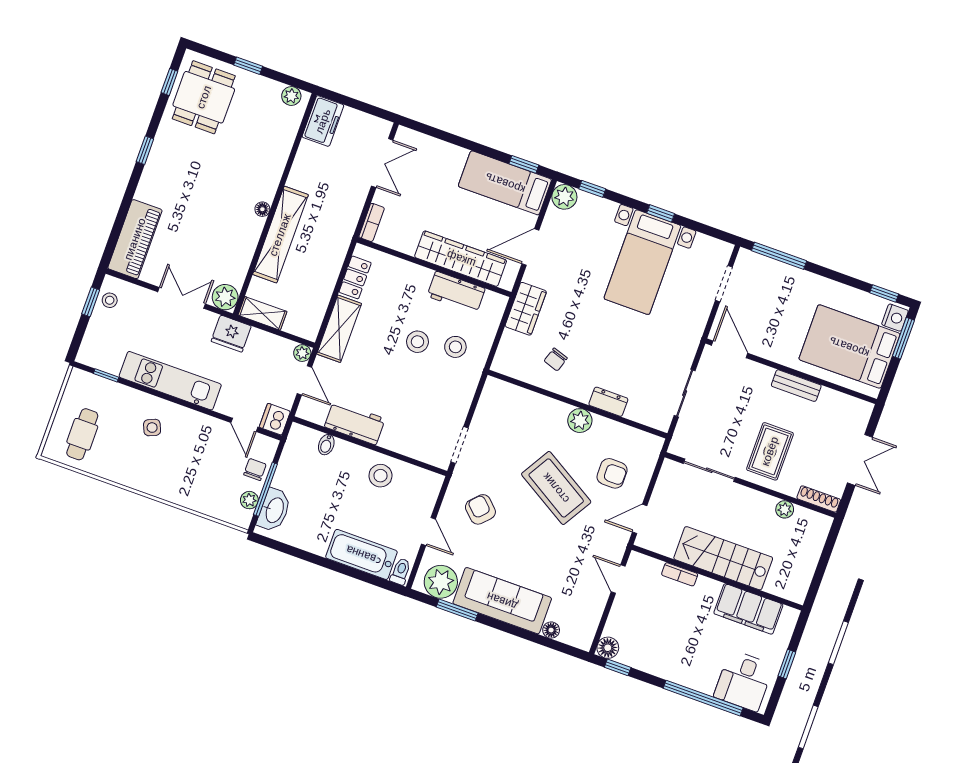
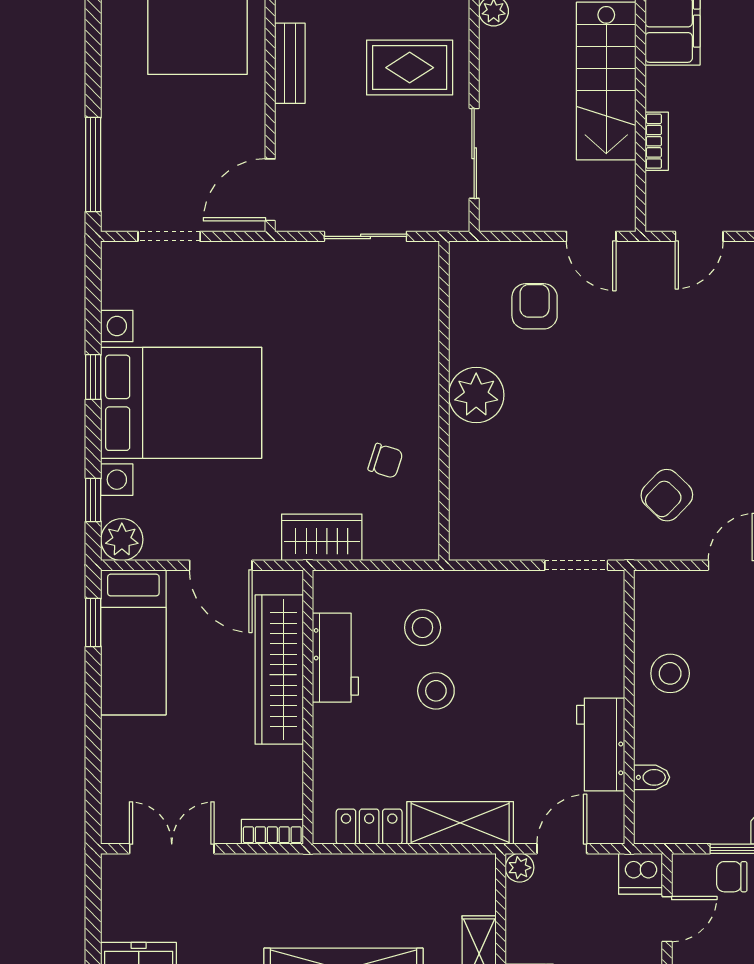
bed with nightstands: (642, 262) -> (181, 403), width x1.36
dresser: (608, 402) -> (423, 353), removed
plant: (580, 421) -> (476, 395), width x1.36, depth x1.36
coffee table: (556, 488) -> (590, 387), removed

